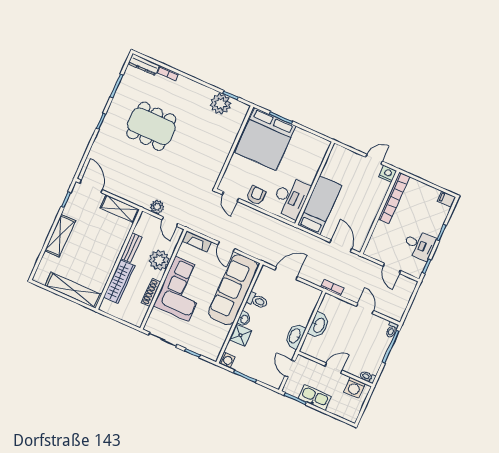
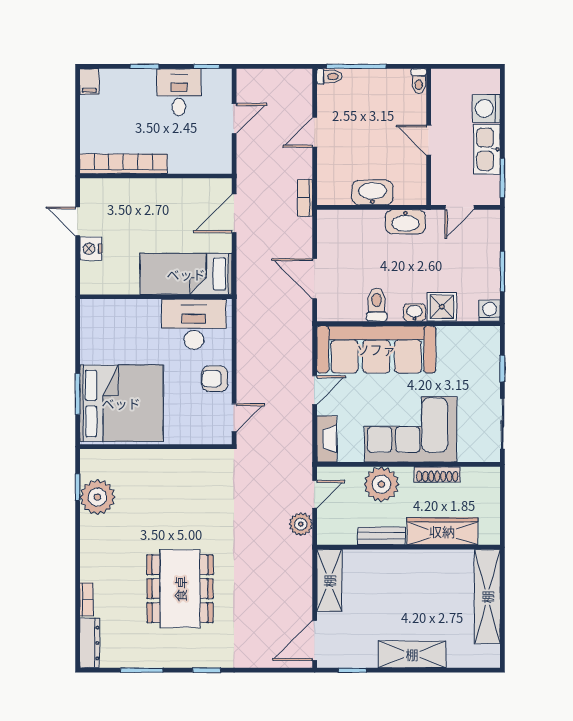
nightstand: (388, 174) -> (91, 249), moved
washing machine: (354, 388) -> (486, 108), moved, turned 180

